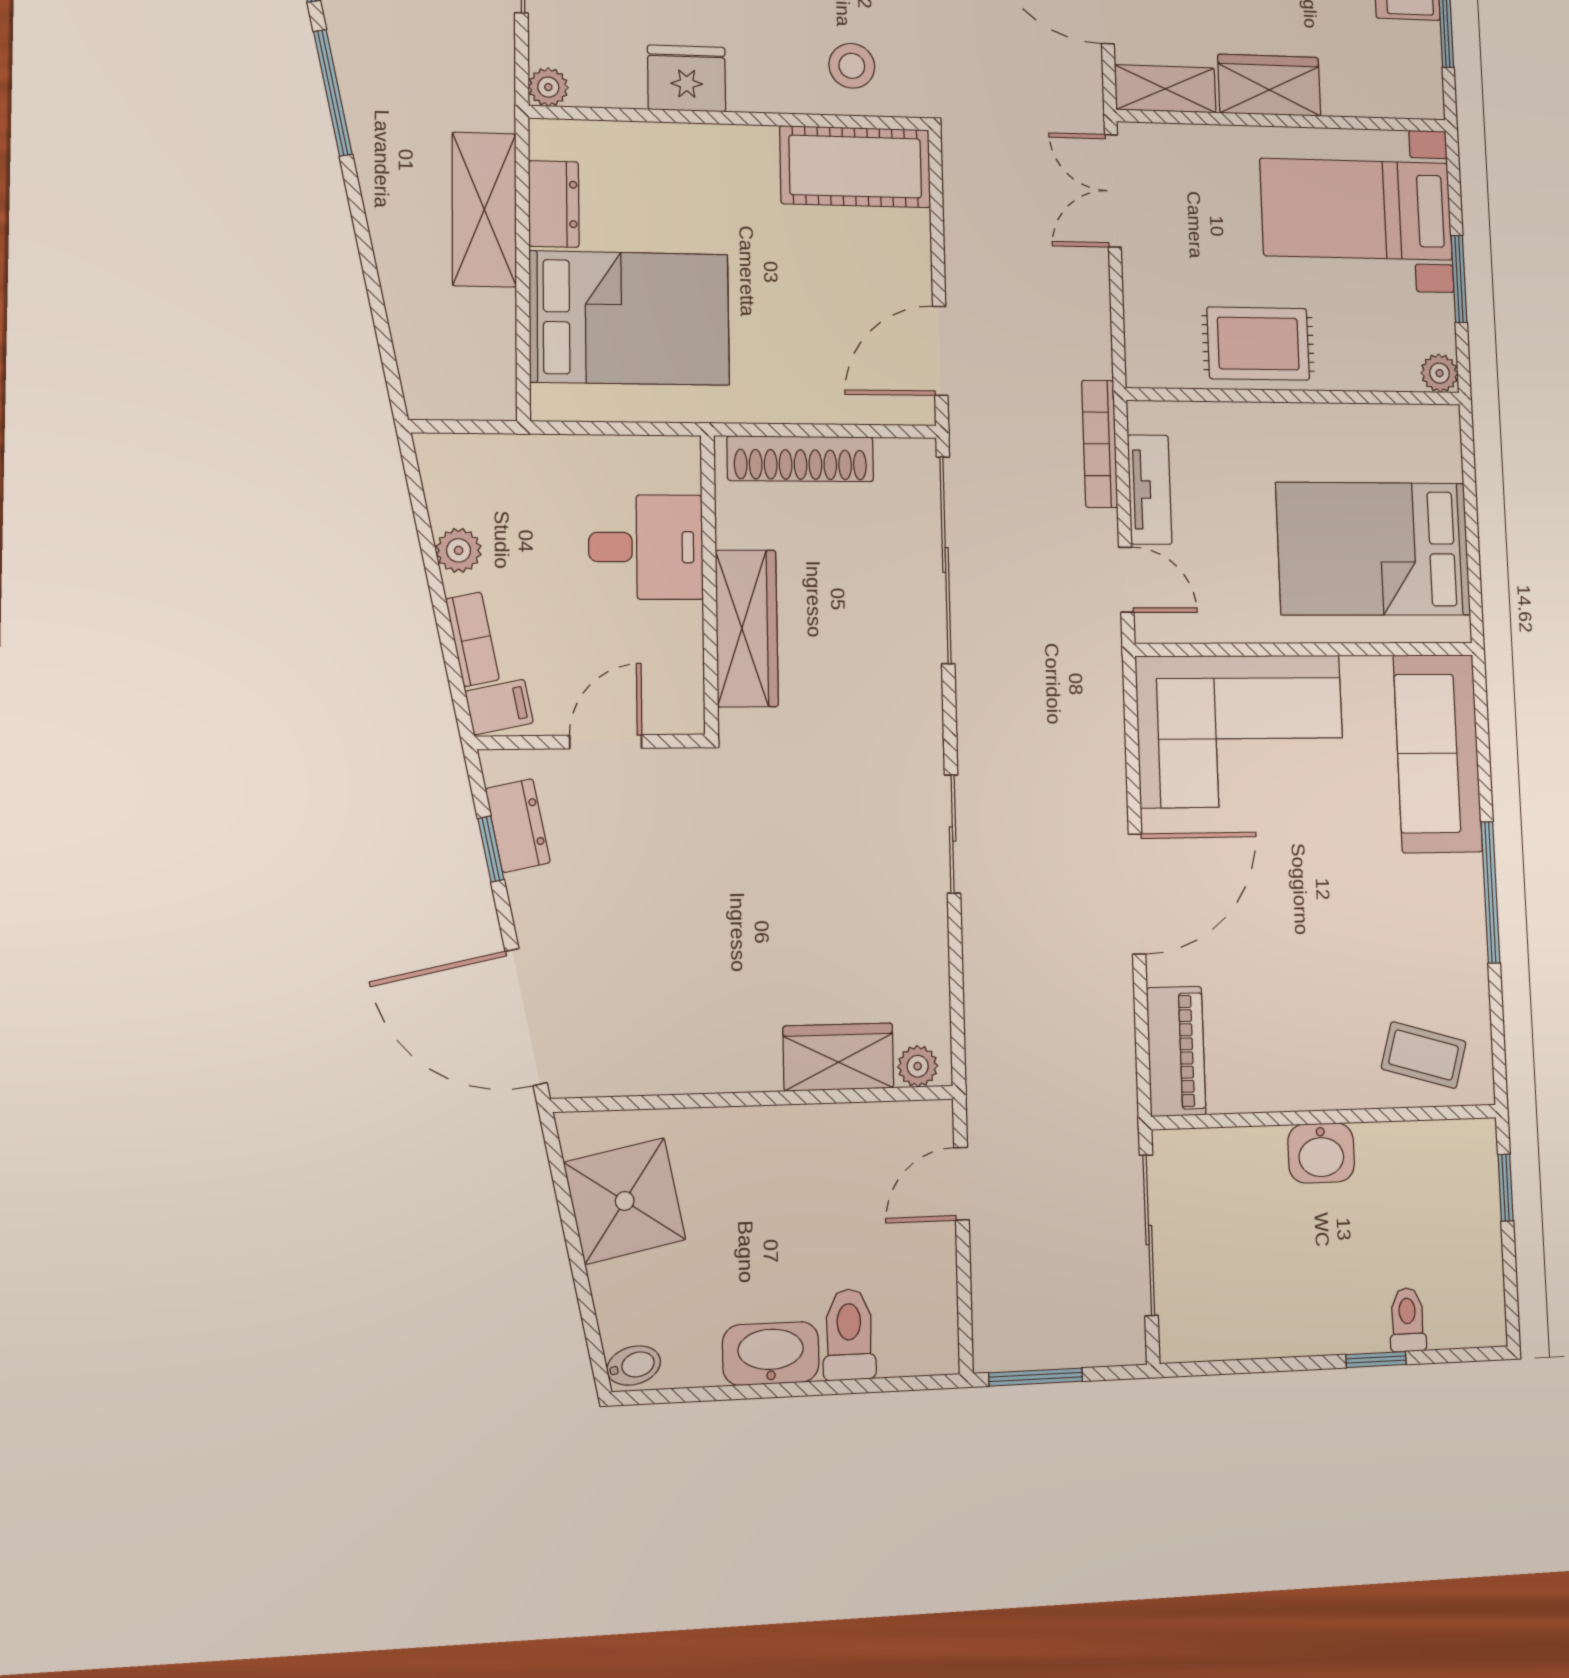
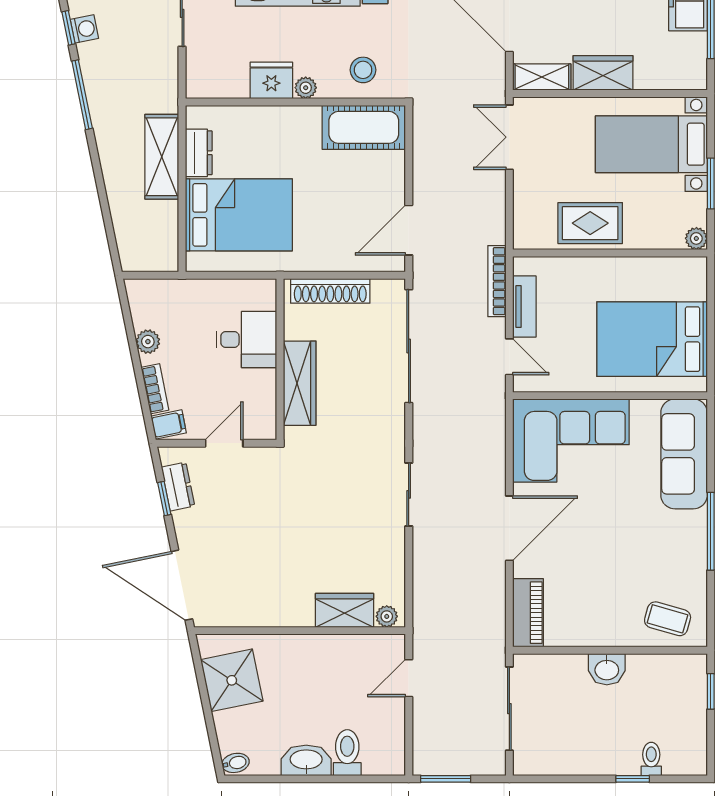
plant: (548, 87) -> (306, 88), moved

